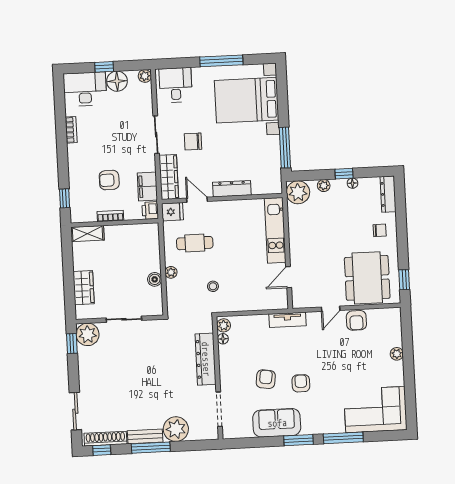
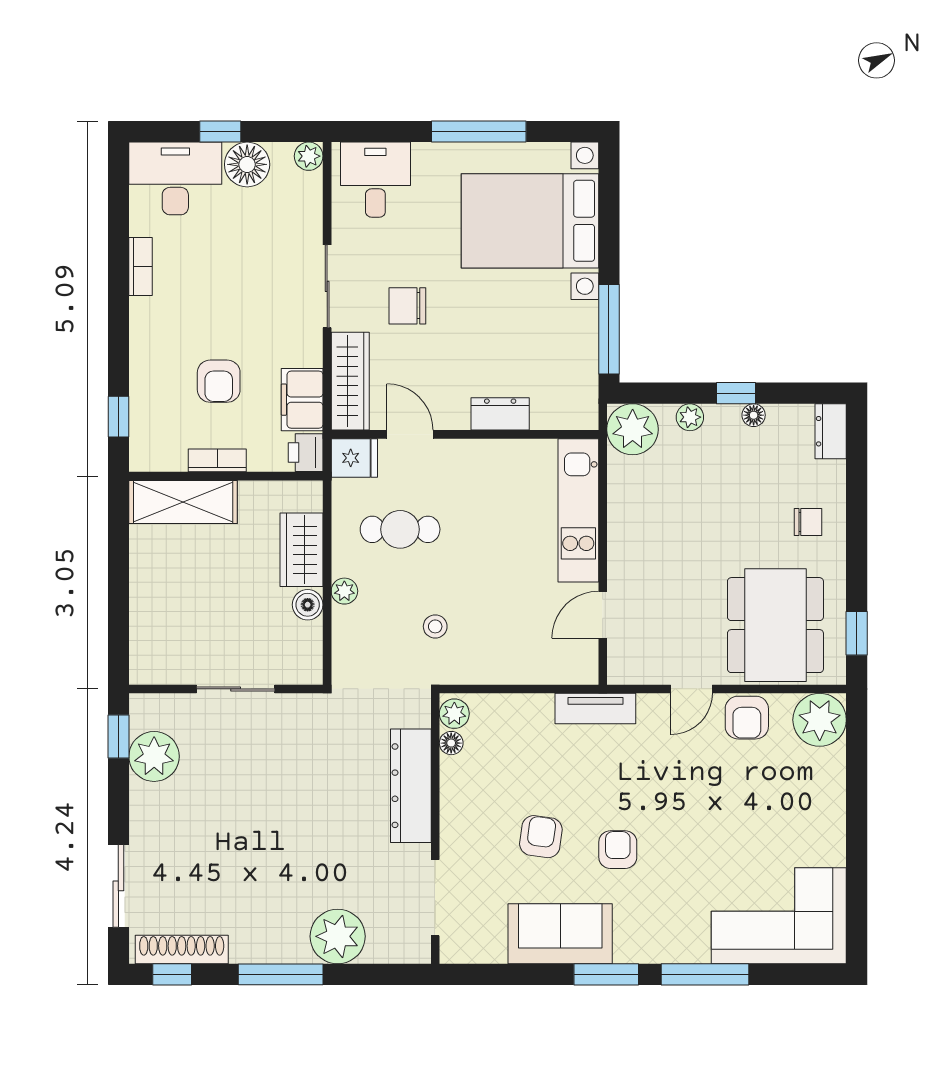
armchair: (109, 180) -> (219, 381), turned -89
dresser: (232, 189) -> (500, 414), width x0.70
dresser: (388, 194) -> (831, 431), width x0.70
shelving: (87, 234) -> (183, 502), width x1.50, depth x1.33
wardrobe: (84, 288) -> (301, 550), moved, turned 180
plant: (88, 334) -> (154, 756), moved
plant: (397, 354) -> (820, 720), moved, width x1.88, depth x1.88
bench: (145, 436) -> (269, 949), removed

